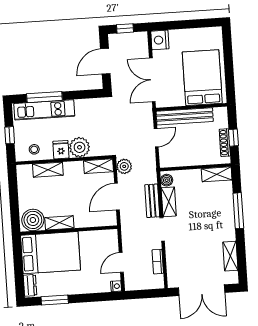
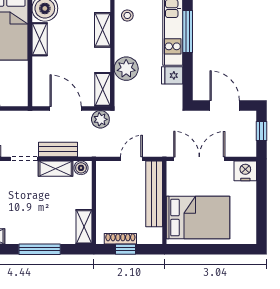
door: (156, 138) -> (132, 159), swing flipped
fridge: (61, 150) -> (172, 75), moved, turned 180

